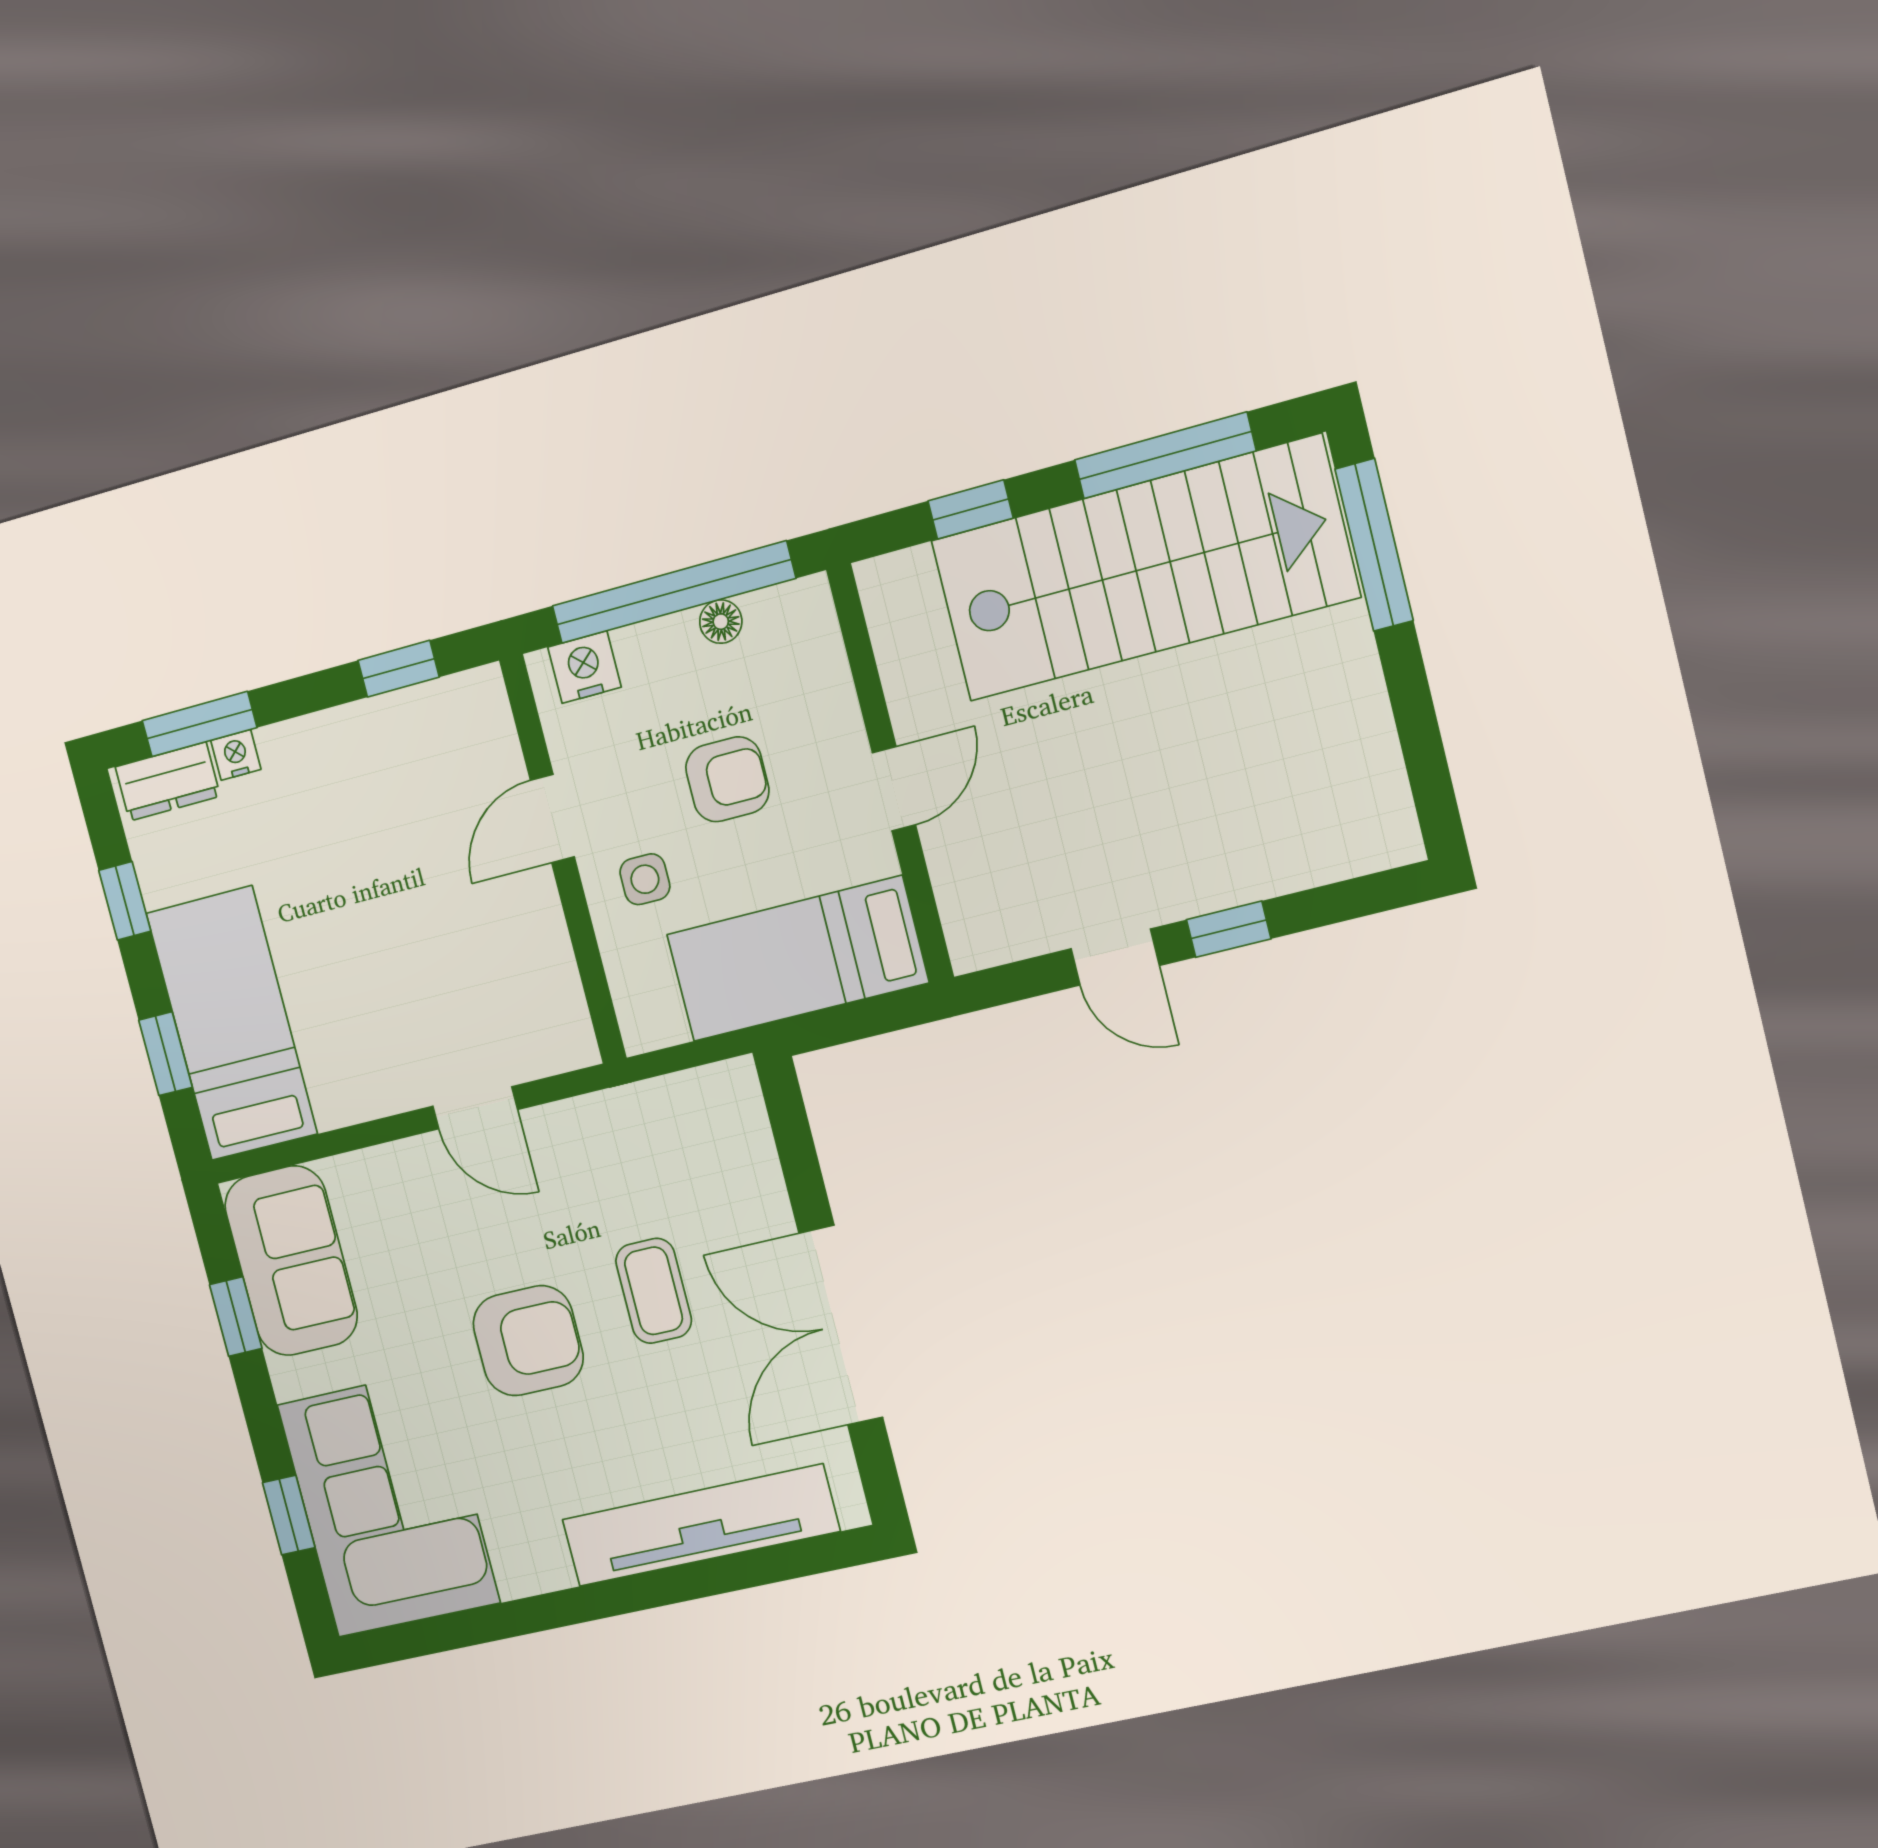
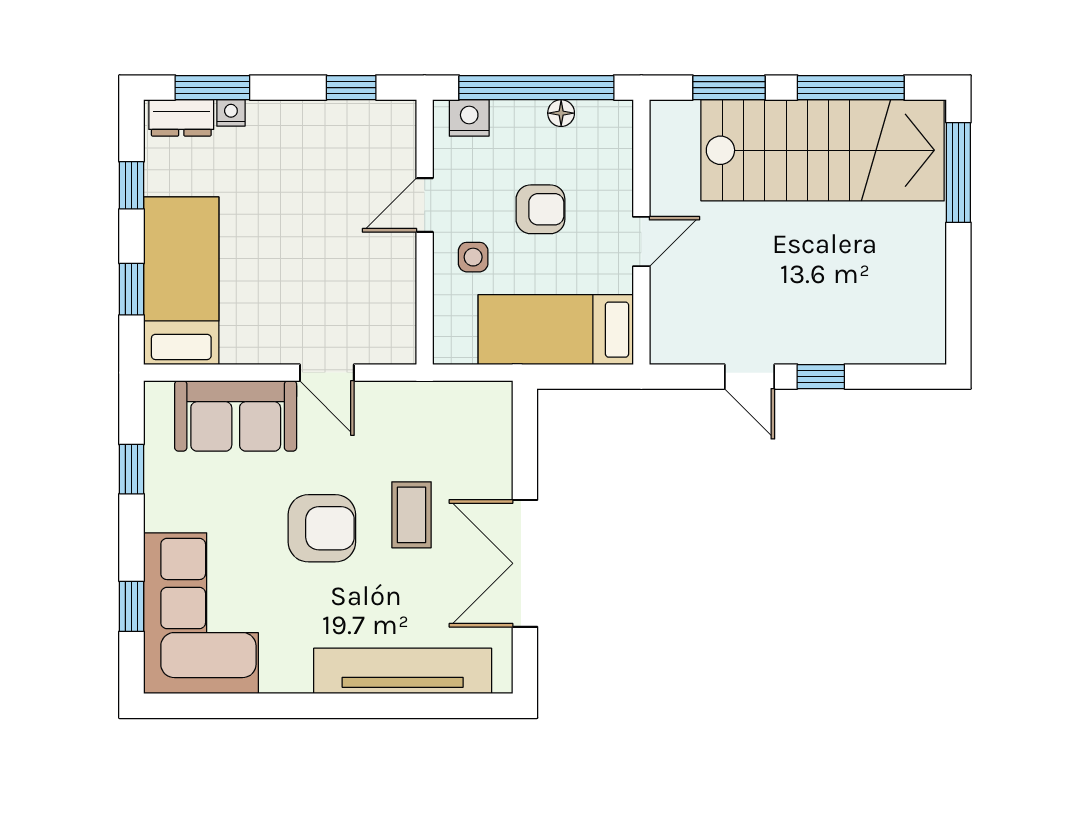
window: (971, 510) -> (729, 88), width x1.50
sofa: (291, 1261) -> (236, 416), moved, turned 90

